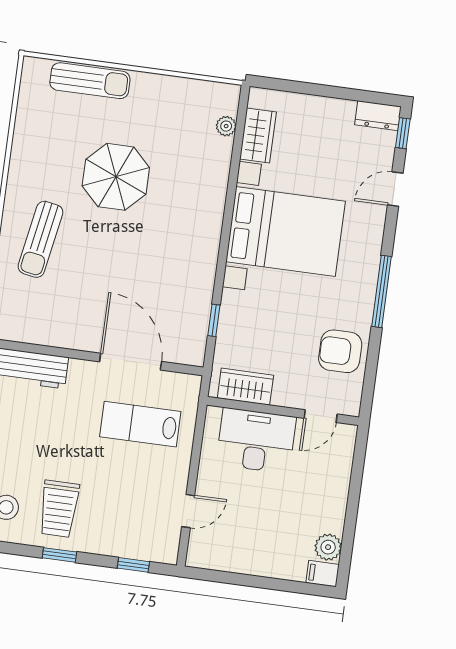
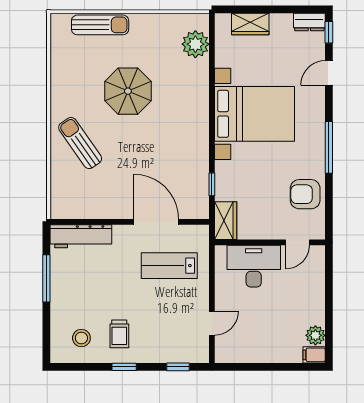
plant: (226, 126) -> (195, 44), width x1.87, depth x1.87
wardrobe: (258, 136) -> (250, 24), moved, turned 90
sun lounger: (41, 239) -> (80, 143), turned 135
wardrobe: (245, 387) -> (226, 221), moved, turned 90
trolley: (59, 509) -> (119, 334), width x0.73, depth x0.72

